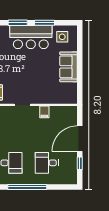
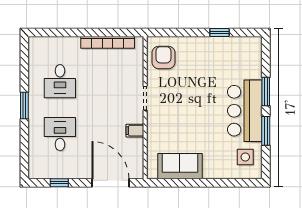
sofa: (68, 67) -> (180, 166), moved
door: (80, 139) -> (110, 183), moved
window: (27, 187) -> (24, 106), width x0.47

